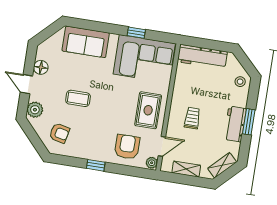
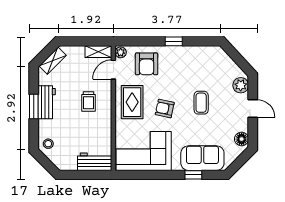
window: (136, 33) -> (193, 175), moved
workbench: (202, 57) -> (95, 162), width x0.73
floor lamp: (41, 67) -> (242, 139), moved
coffee table: (78, 98) -> (201, 103), turned 90
armchair: (59, 133) -> (165, 109), moved
shelving: (186, 169) -> (98, 52), moved

